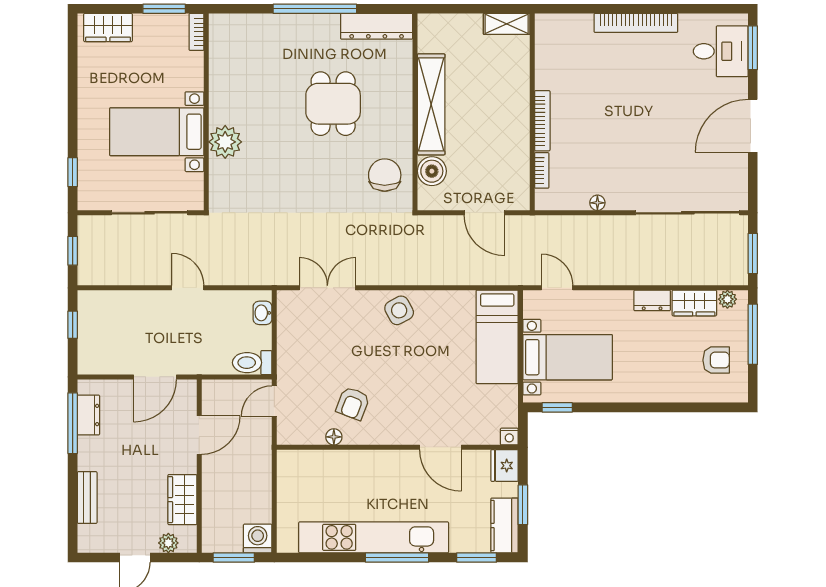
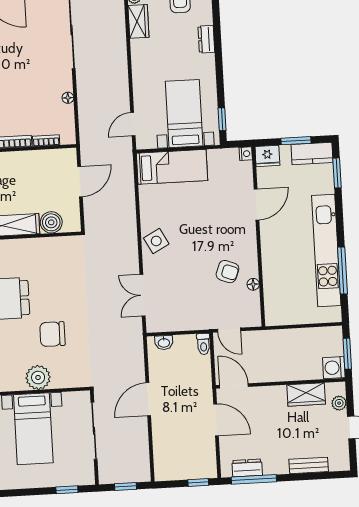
chair: (385, 175) -> (52, 334), moved
door: (188, 288) -> (148, 399), width x1.38
dresser: (652, 300) -> (206, 39), moved, turned 180
window: (73, 325) -> (198, 482), moved
toilet: (252, 363) -> (203, 344), width x0.73, depth x0.72
door: (199, 435) -> (234, 386), moved
washing machine: (258, 539) -> (334, 368), moved
window: (397, 558) -> (343, 270), moved

